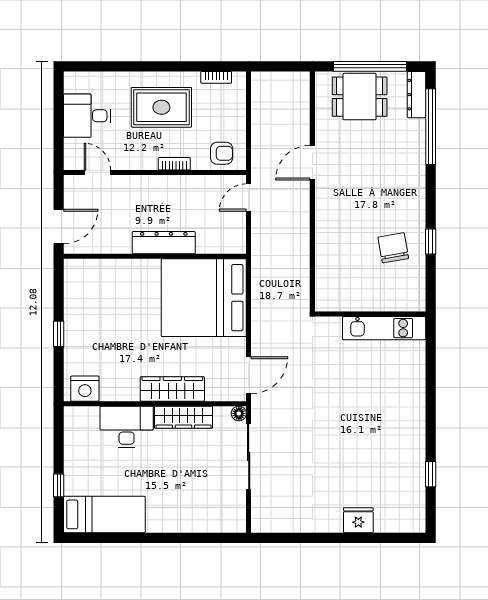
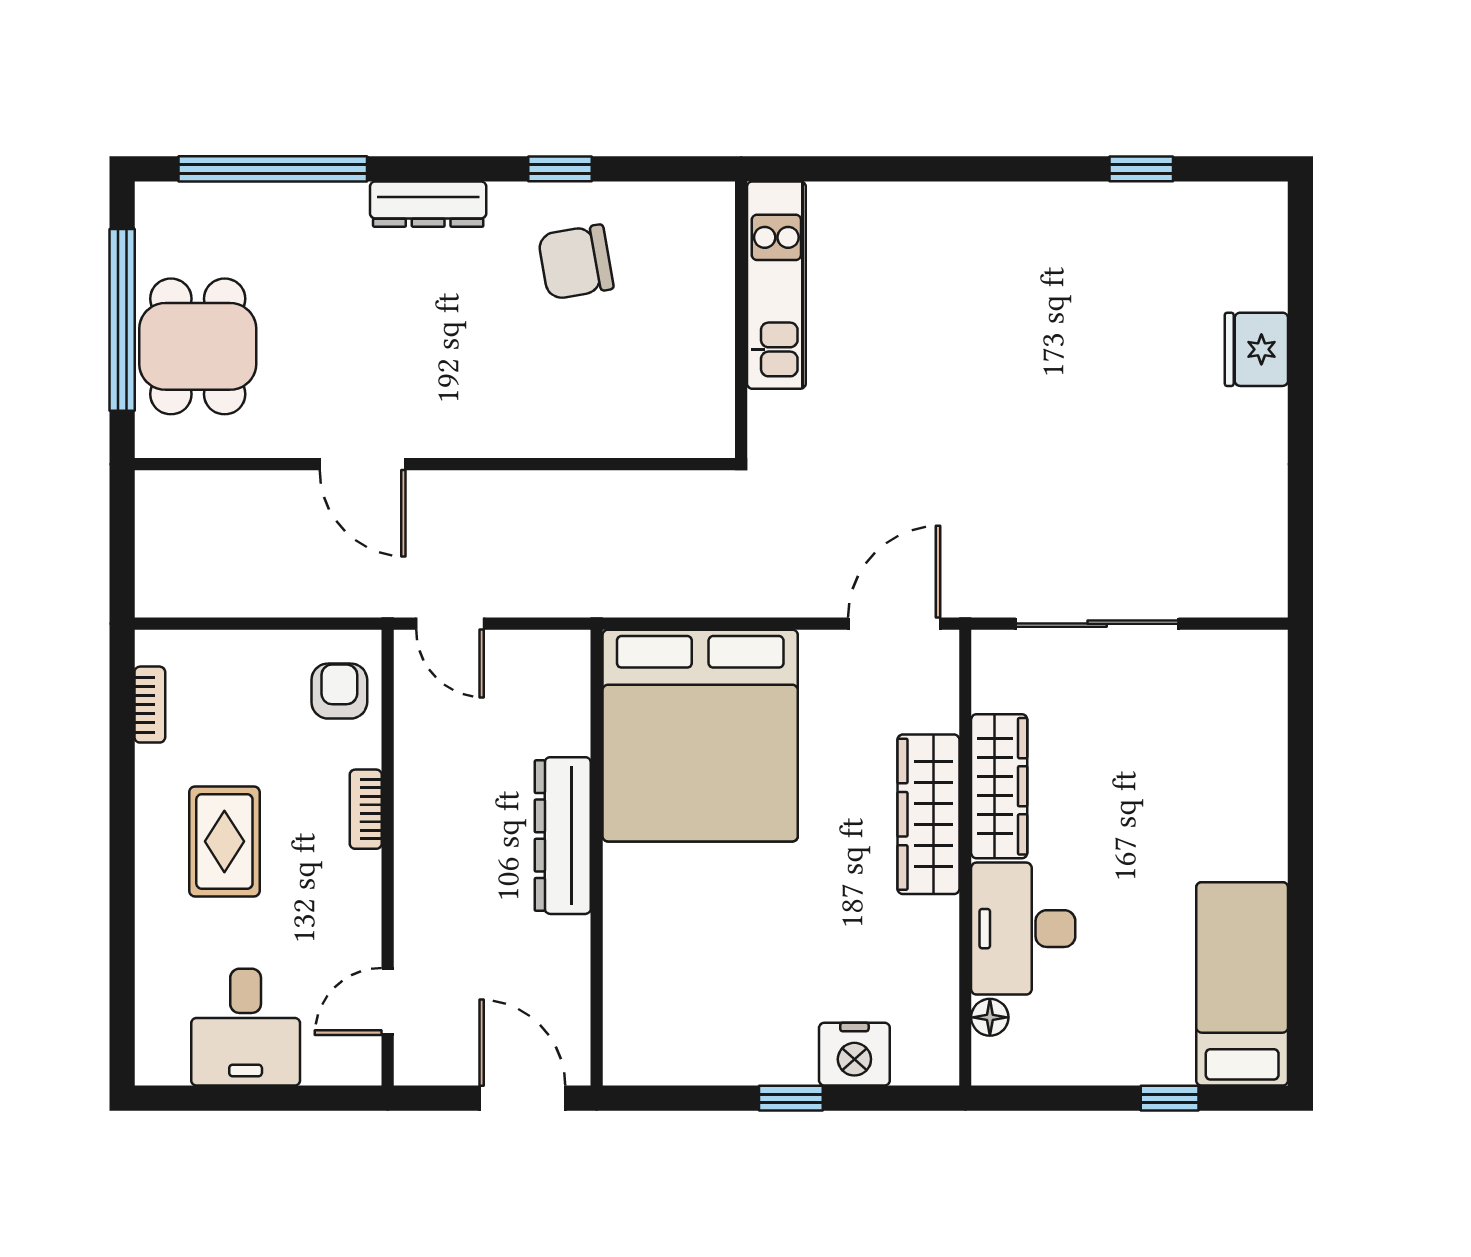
dresser: (416, 95) -> (428, 204), moved
rug: (161, 107) -> (224, 841), width x0.73, depth x0.70
door: (249, 375) -> (894, 624), hinge flipped
nightstand: (85, 389) -> (854, 1054), moved, turned 90
floor lamp: (239, 413) -> (990, 1017), moved

